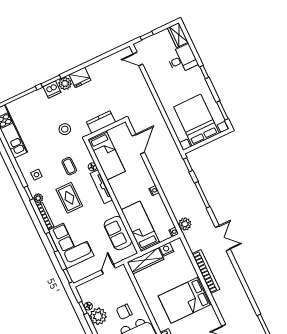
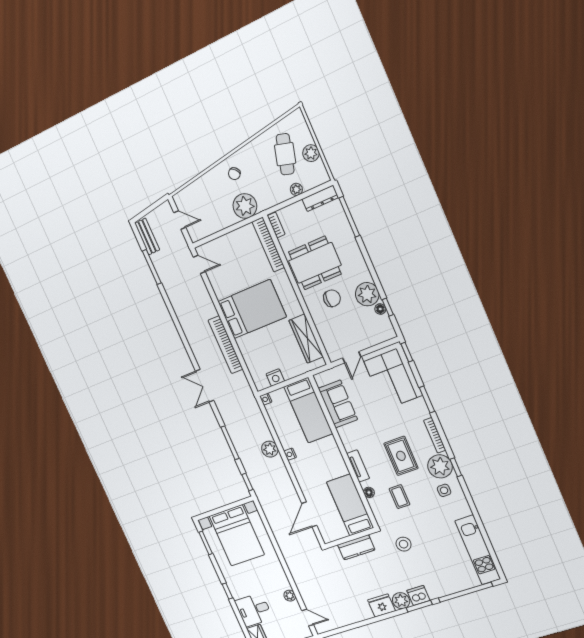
plant: (153, 75) -> (290, 596), added
tv unit: (101, 187) -> (358, 466), width x0.71
plant: (38, 198) -> (440, 466), width x1.88, depth x1.88
plant: (185, 224) -> (270, 449), moved
corner sofa: (71, 243) -> (392, 376), moved
wardrobe: (145, 261) -> (306, 339), moved, turned -90

